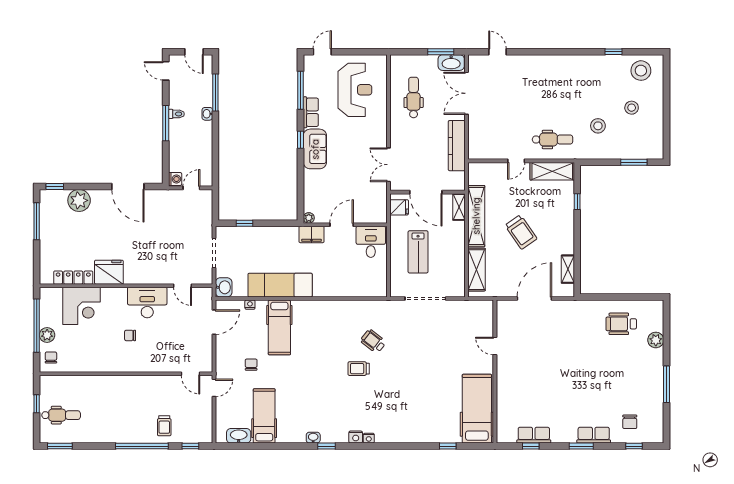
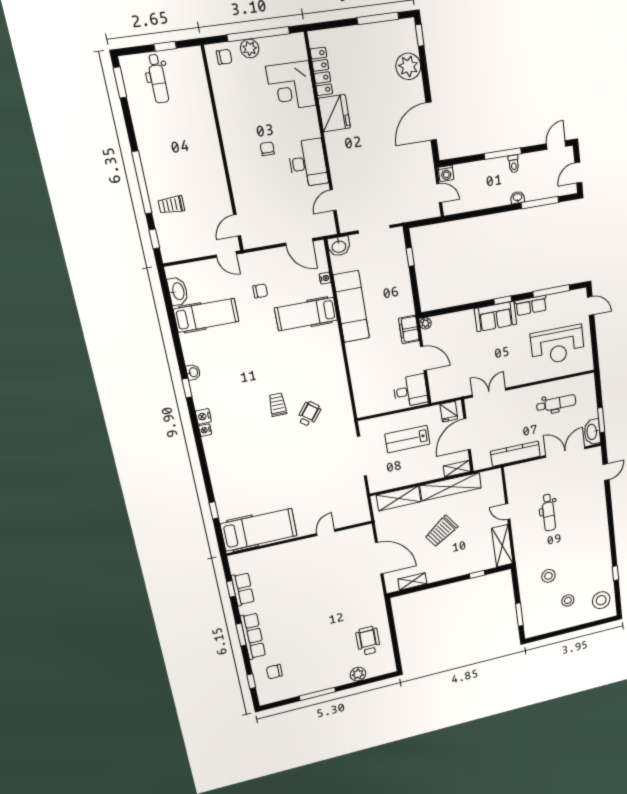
dental chair: (552, 140) -> (549, 513), moved
row of seats: (594, 435) -> (253, 636), width x1.48

